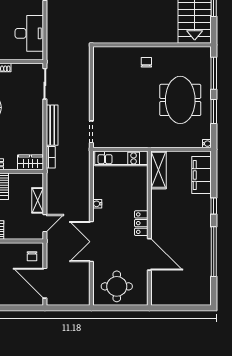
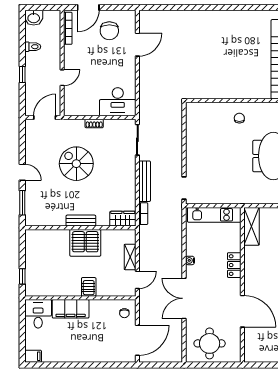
desk: (29, 33) -> (118, 102), moved, turned 90
locker: (141, 223) -> (234, 265), moved
door: (45, 283) -> (137, 340), swing flipped

